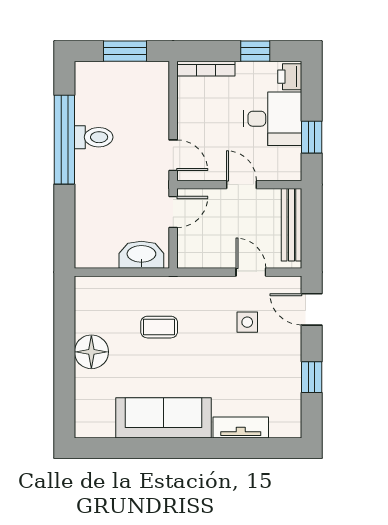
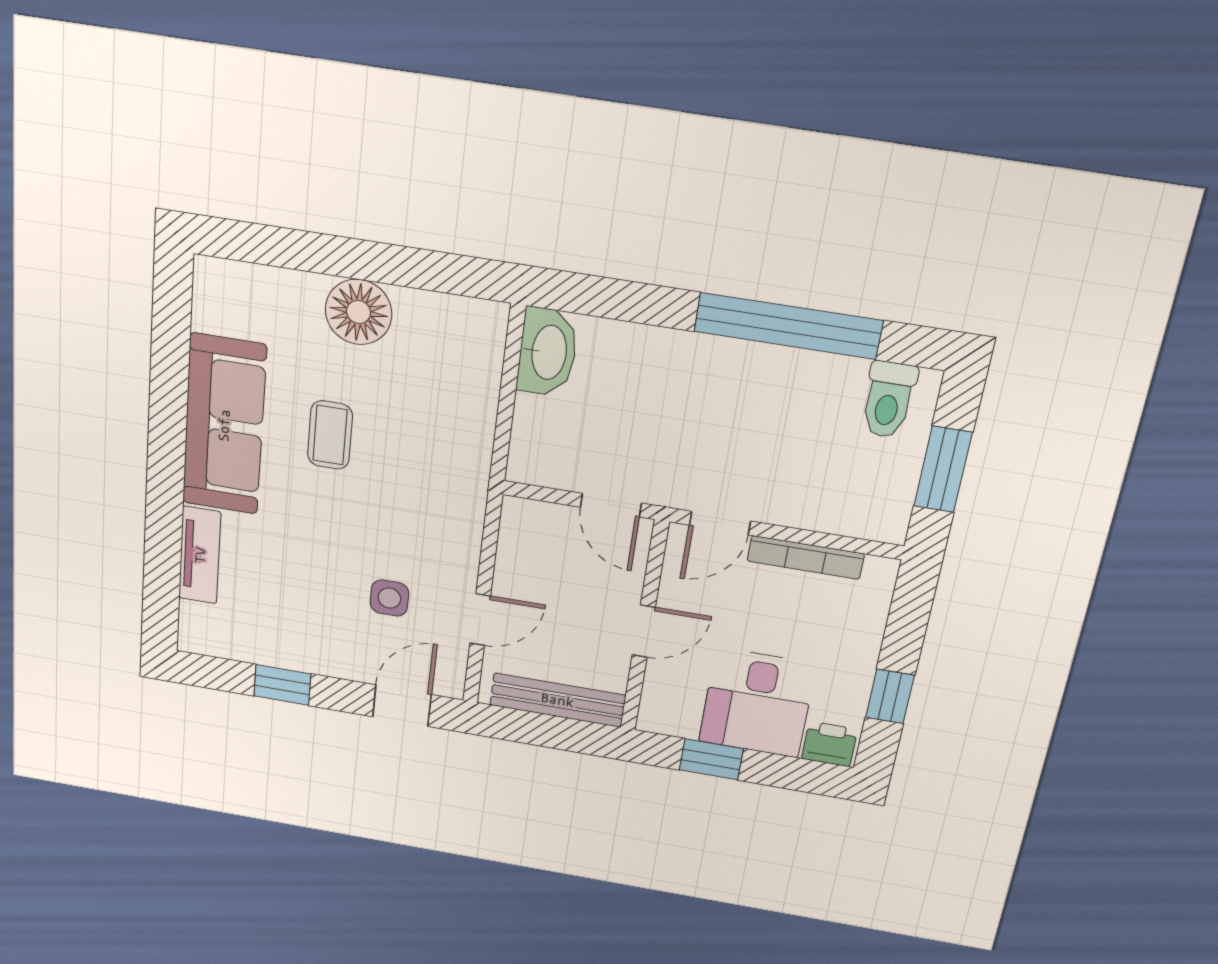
bookcase: (206, 69) -> (806, 557), moved, turned -90
toilet: (94, 137) -> (888, 400), moved
washbasin: (141, 255) -> (548, 352), moved
coffee table: (159, 327) -> (330, 435), moved

